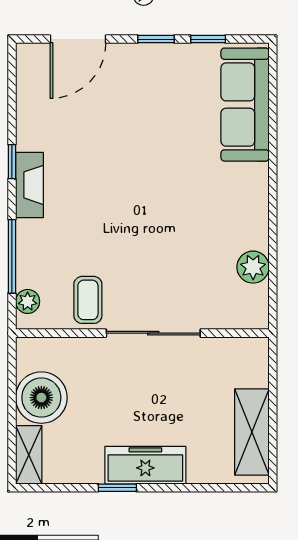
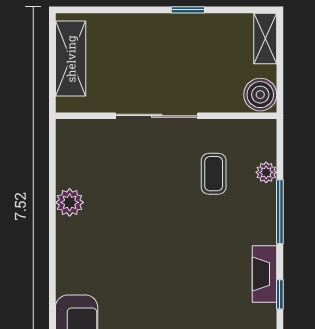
wall: (142, 333) -> (166, 116), moved
sliding door: (153, 333) -> (157, 116), moved
boiler: (41, 398) -> (260, 95), width x0.73, depth x0.73
freezer: (145, 465) -> (164, 29), removed

